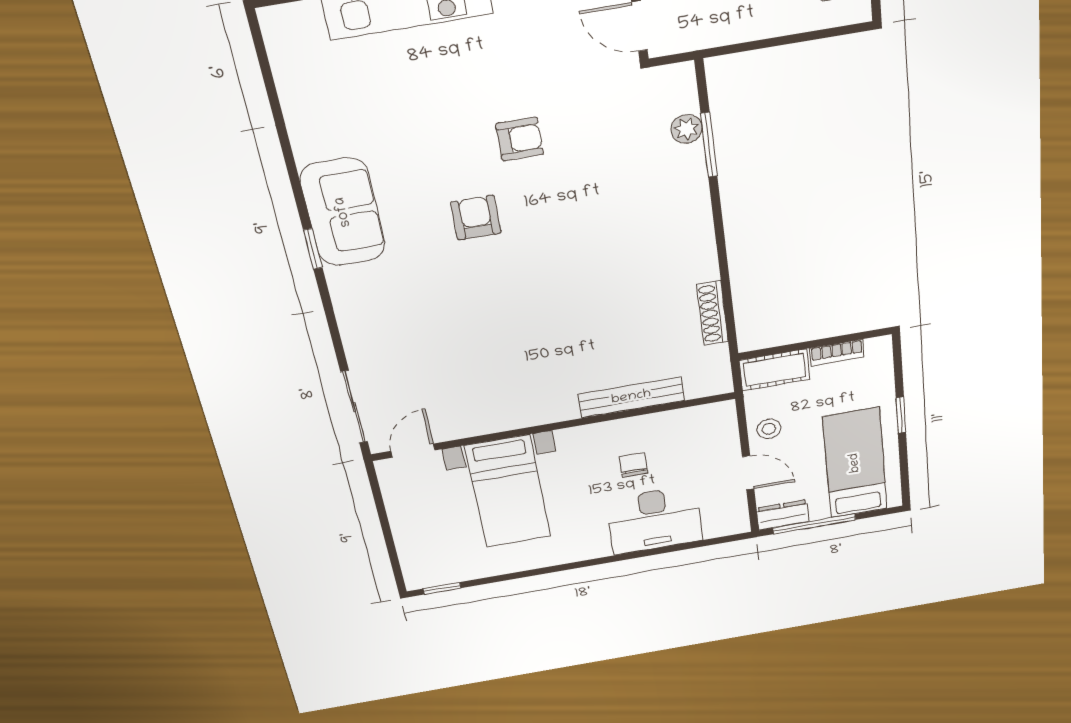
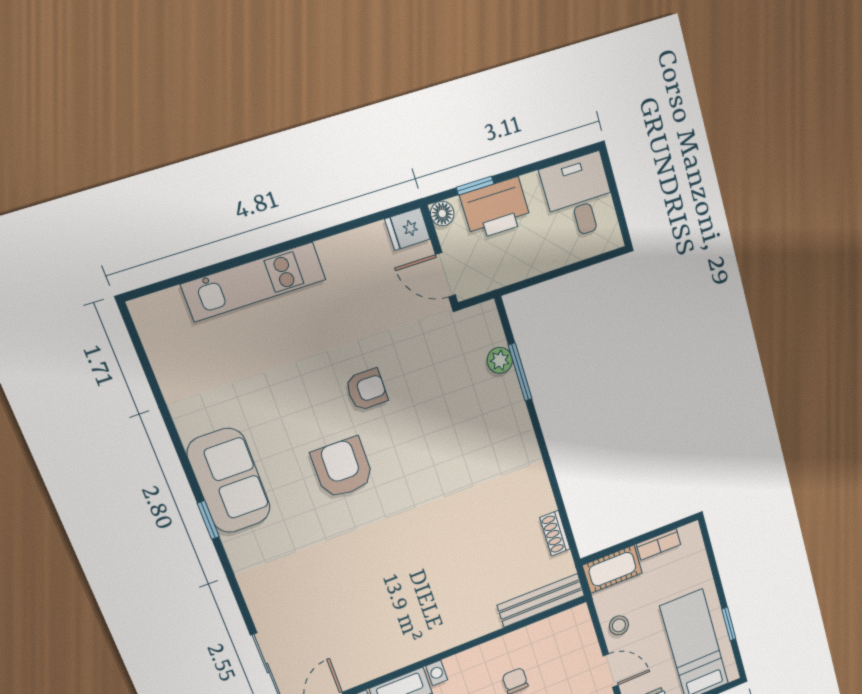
armchair: (476, 218) -> (342, 468), width x1.38, depth x1.38
shoe rack: (712, 313) -> (555, 533), width x0.70
bench: (631, 397) -> (541, 600), moved
window: (901, 415) -> (729, 624), moved

